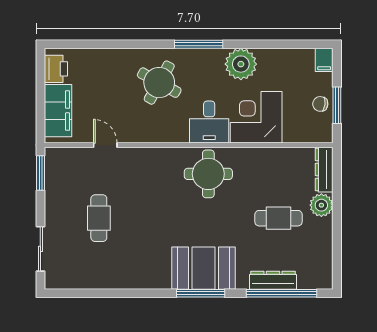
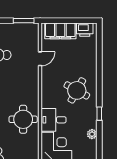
window: (199, 44) -> (99, 114), width x0.46
plant: (241, 64) -> (92, 134), width x0.53, depth x0.53

